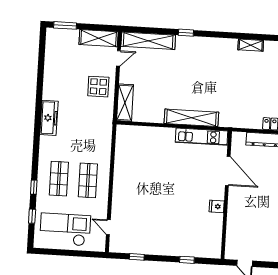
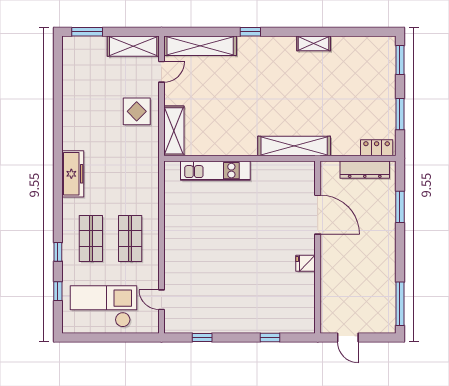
shelving: (251, 45) -> (314, 43), moved
freezer: (49, 118) -> (73, 174), moved
shelving: (191, 118) -> (294, 146), moved
kitchen unit: (201, 137) -> (215, 171), moved

